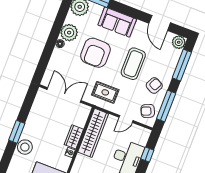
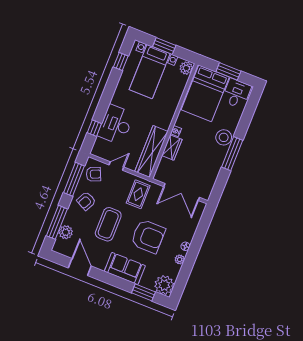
plant: (69, 33) -> (180, 259), width x0.53, depth x0.53
plant: (179, 42) -> (66, 232), moved
armchair: (95, 53) -> (148, 236), turned 90
rug: (105, 92) -> (138, 194), turned 90
window: (17, 132) -> (232, 154), width x1.44

